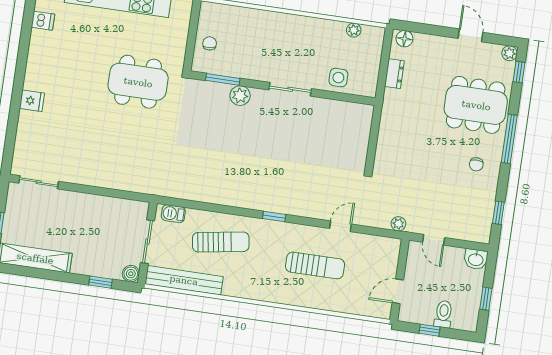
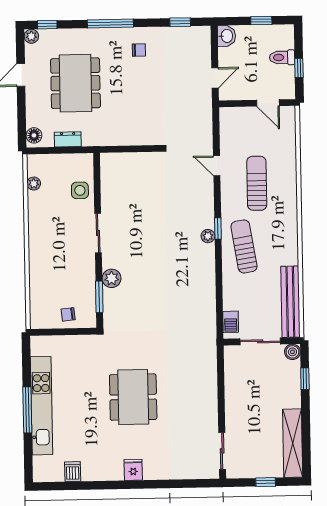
dining table: (138, 82) -> (133, 397), moved
fridge: (32, 101) -> (133, 470), moved
dining table: (476, 105) -> (75, 83), moved
plant: (398, 224) -> (208, 236), moved
sun lounger: (221, 242) -> (244, 246), moved

